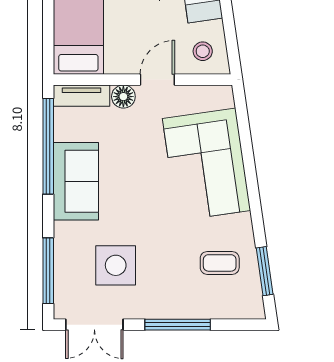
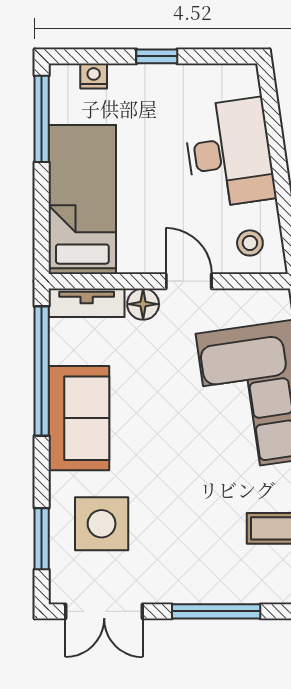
door: (157, 80) -> (189, 281), hinge flipped
side table: (116, 265) -> (102, 524), moved
window: (48, 271) -> (42, 539), width x0.69

